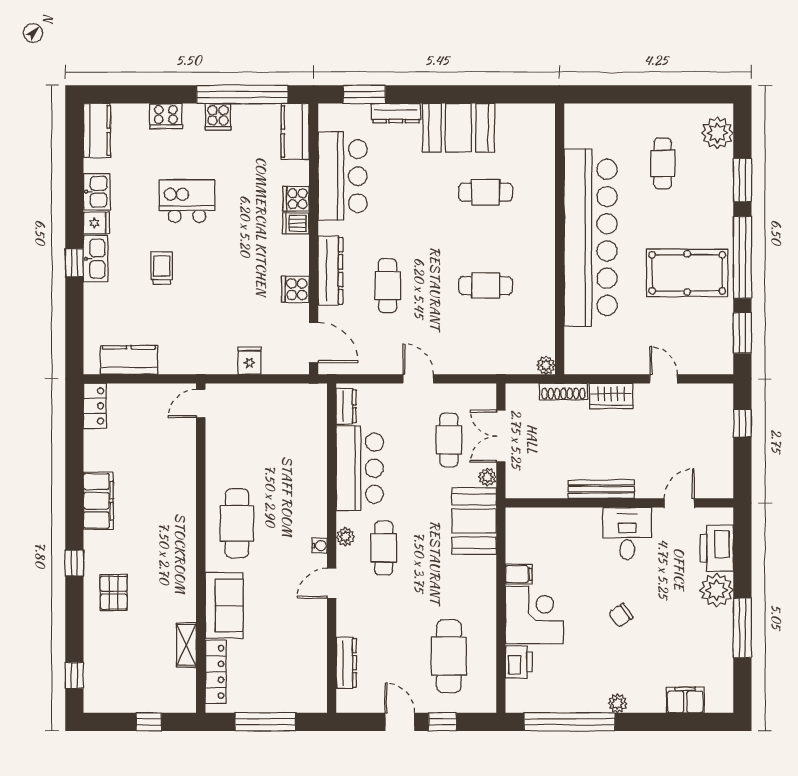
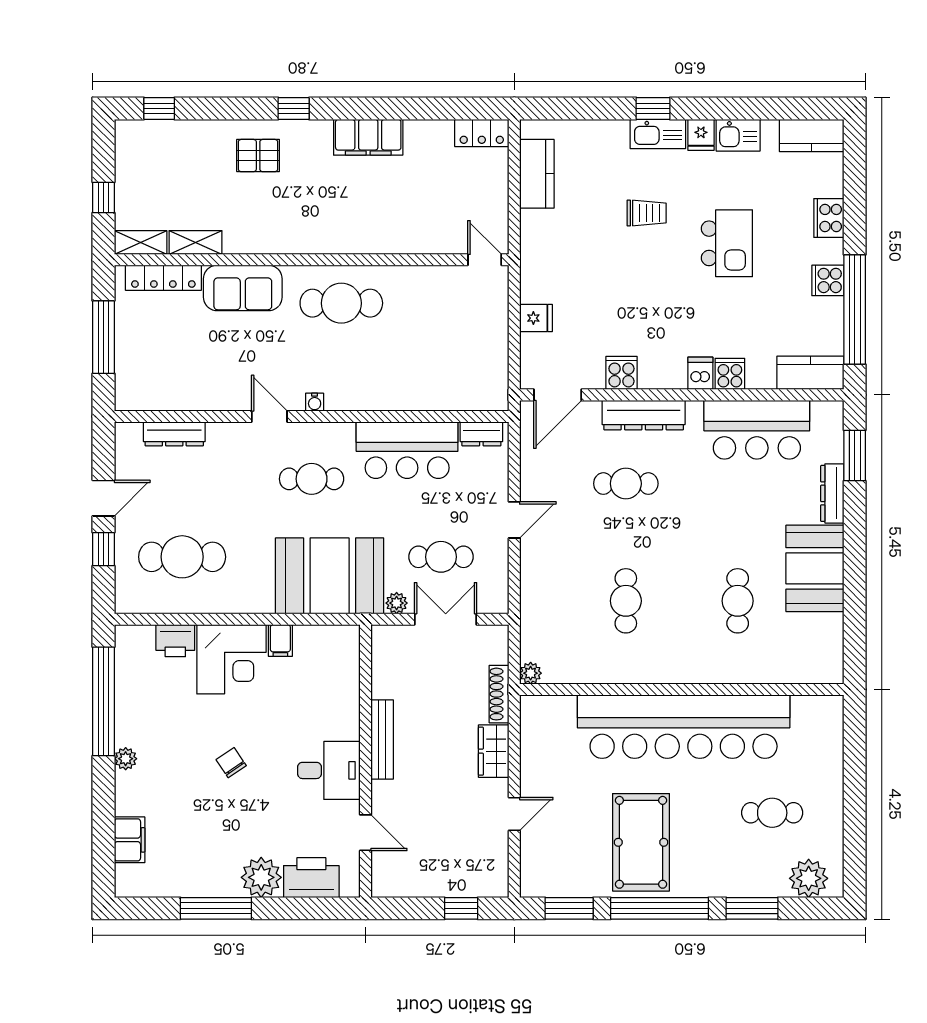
booth: (474, 521) -> (330, 576), width x1.36, depth x1.42
plant: (345, 537) -> (325, 433), removed
shelving: (186, 691) -> (141, 243), added

